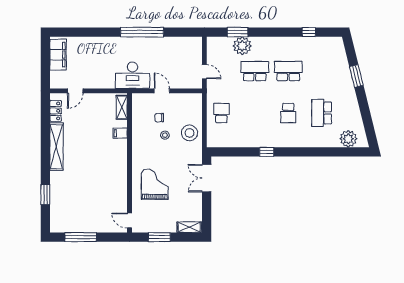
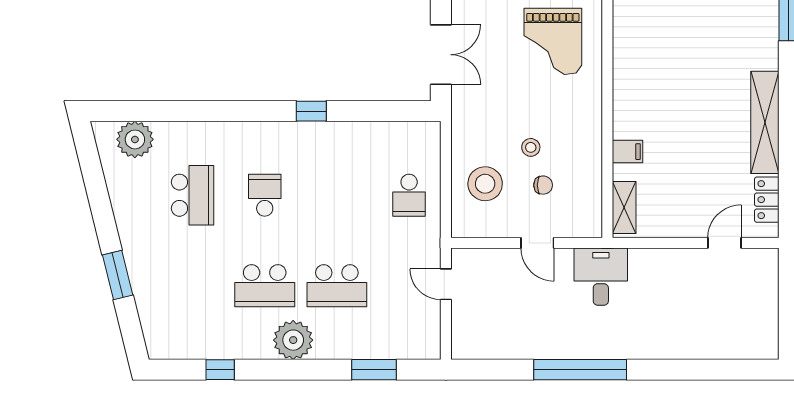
plant: (242, 46) -> (293, 340), moved
filing cabinet: (58, 55) -> (761, 321), removed
desk: (133, 75) -> (601, 277), width x0.73
stool: (189, 133) -> (485, 184), moved

